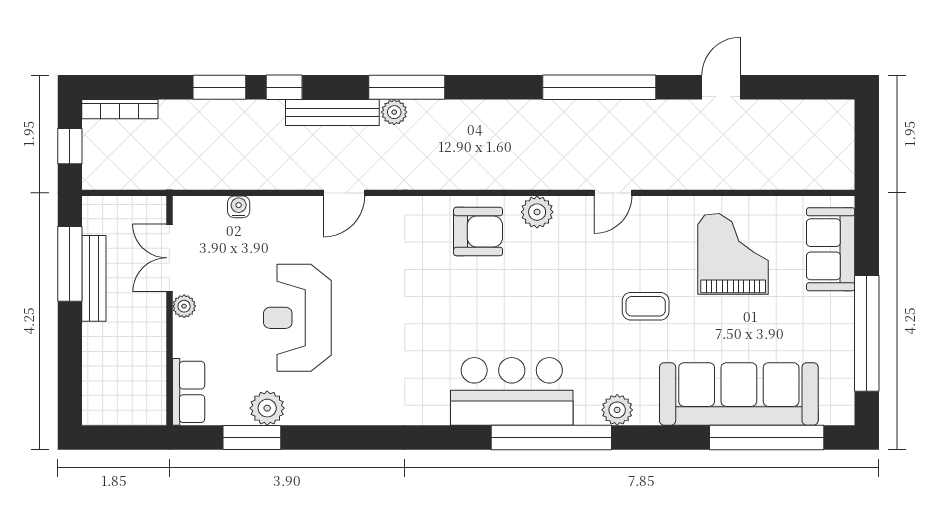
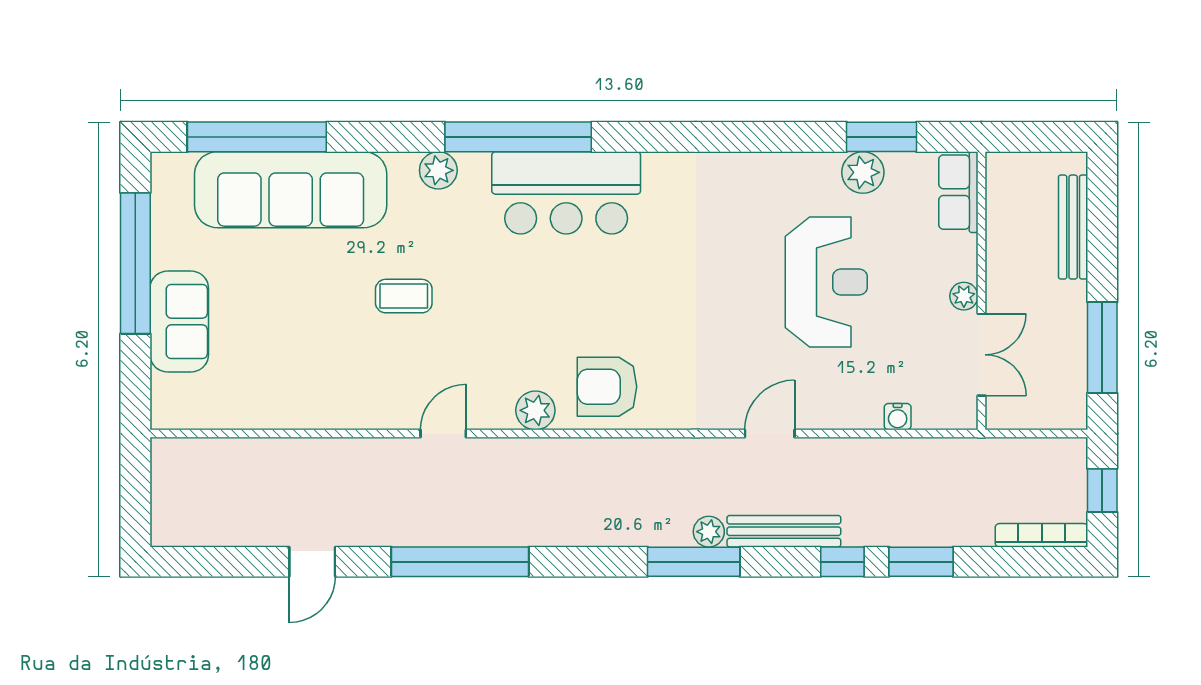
sofa: (831, 249) -> (179, 321), moved
grand piano: (733, 254) -> (298, 360), removed
bench: (94, 278) -> (1073, 227), moved

